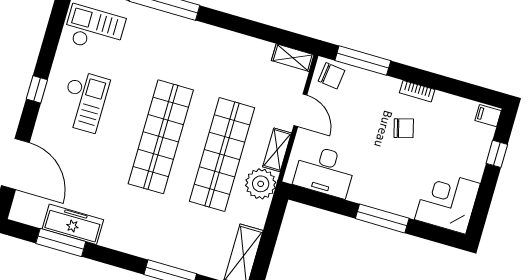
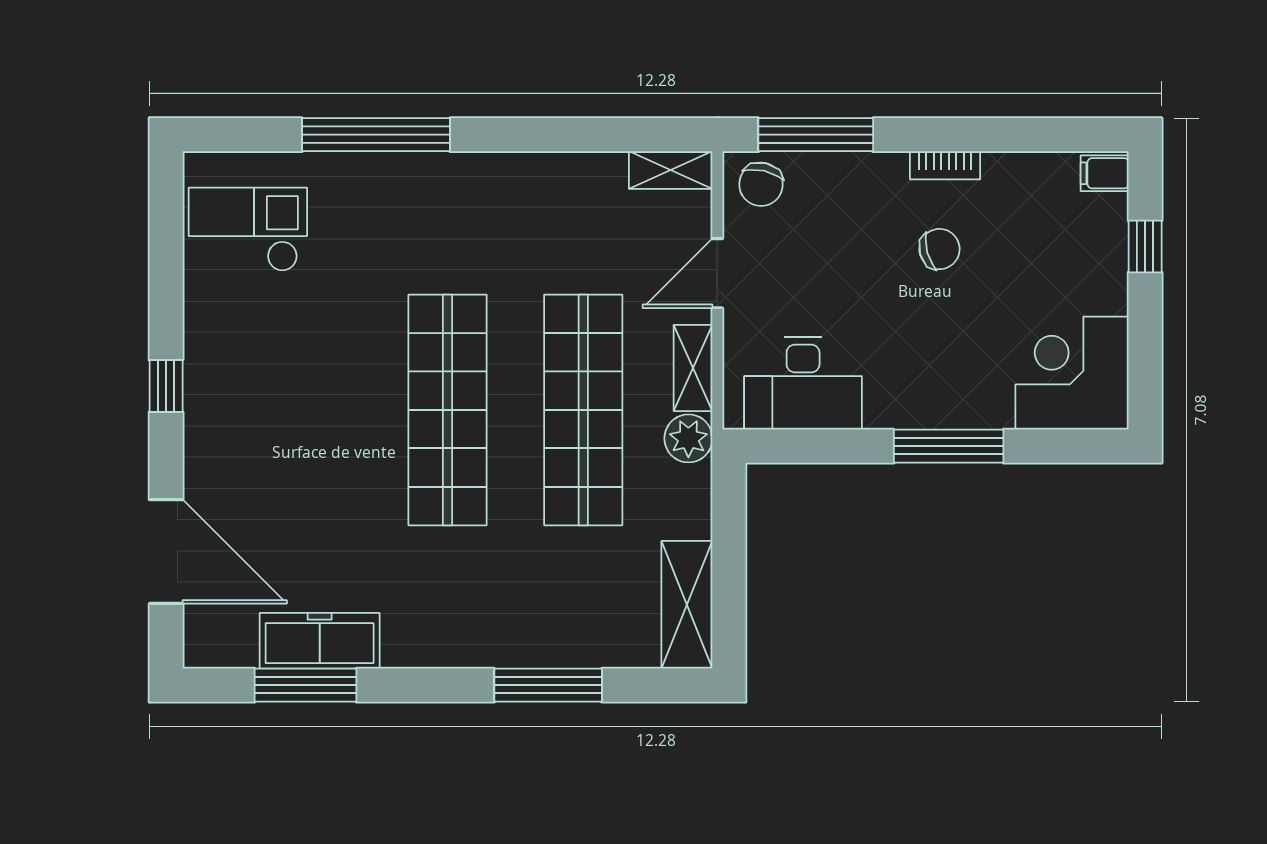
chair: (332, 76) -> (761, 184), turned 96
checkout: (84, 101) -> (269, 383), removed
door: (300, 110) -> (717, 273), swing flipped
plant: (261, 184) -> (688, 438), width x0.73, depth x0.73

